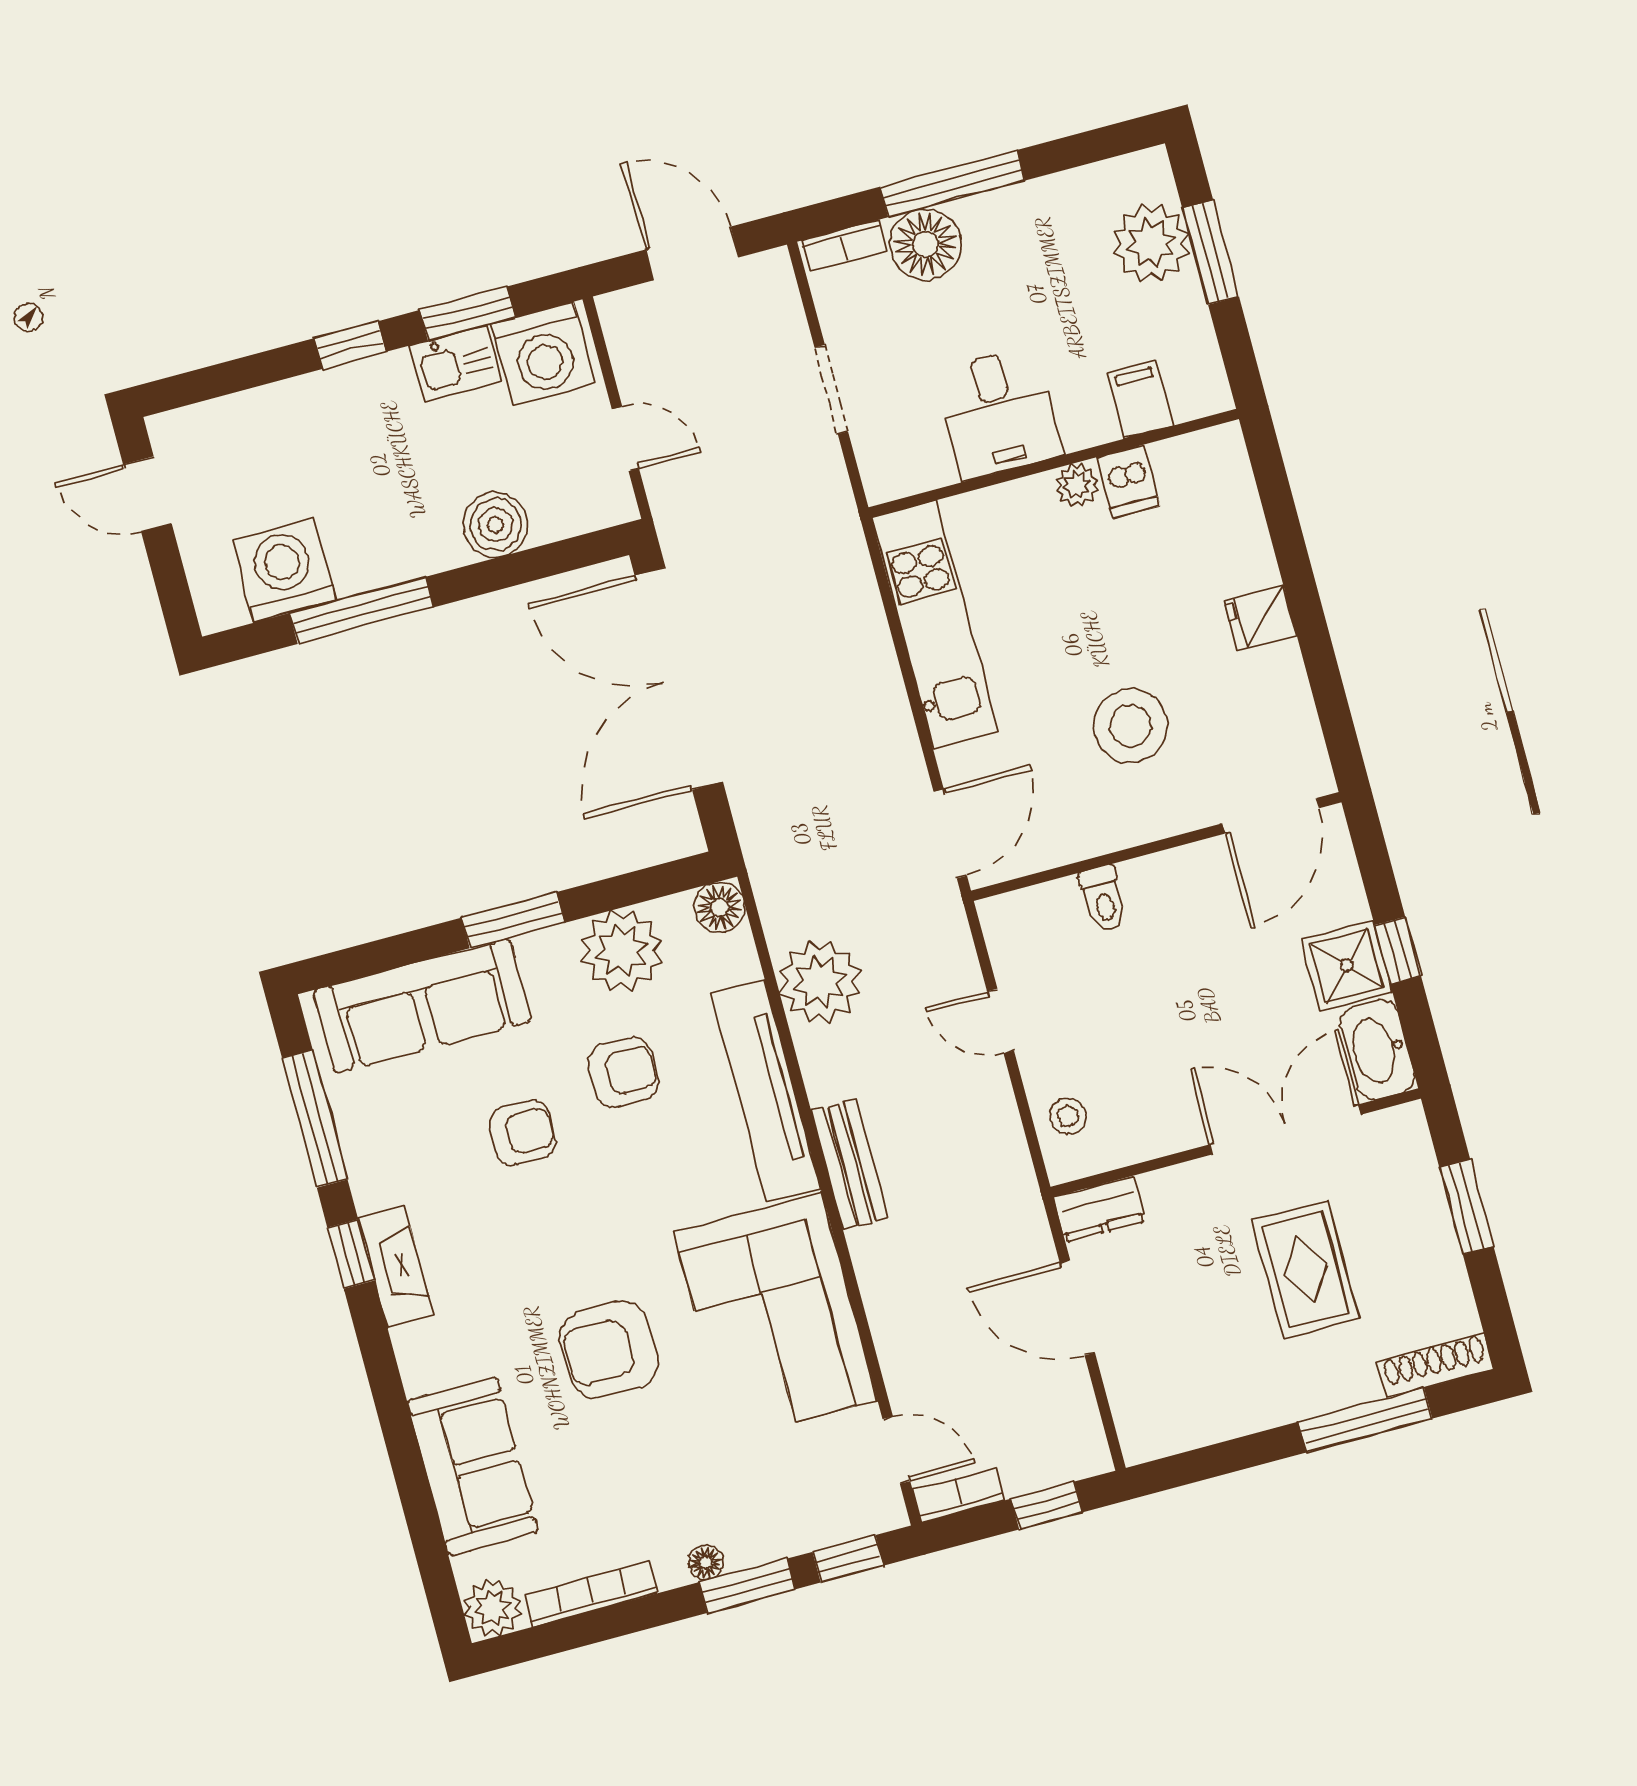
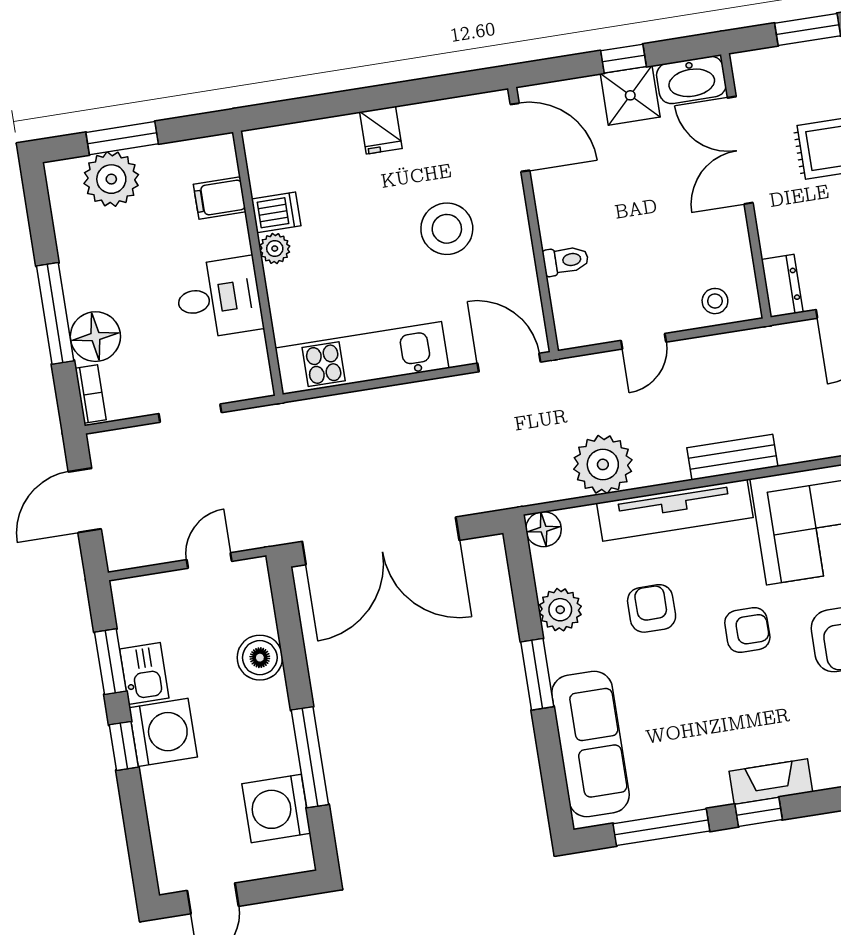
washing machine: (543, 354) -> (163, 732), moved
plant: (622, 951) -> (560, 610), width x0.73, depth x0.73
armchair: (522, 1133) -> (747, 630), moved, turned 90

